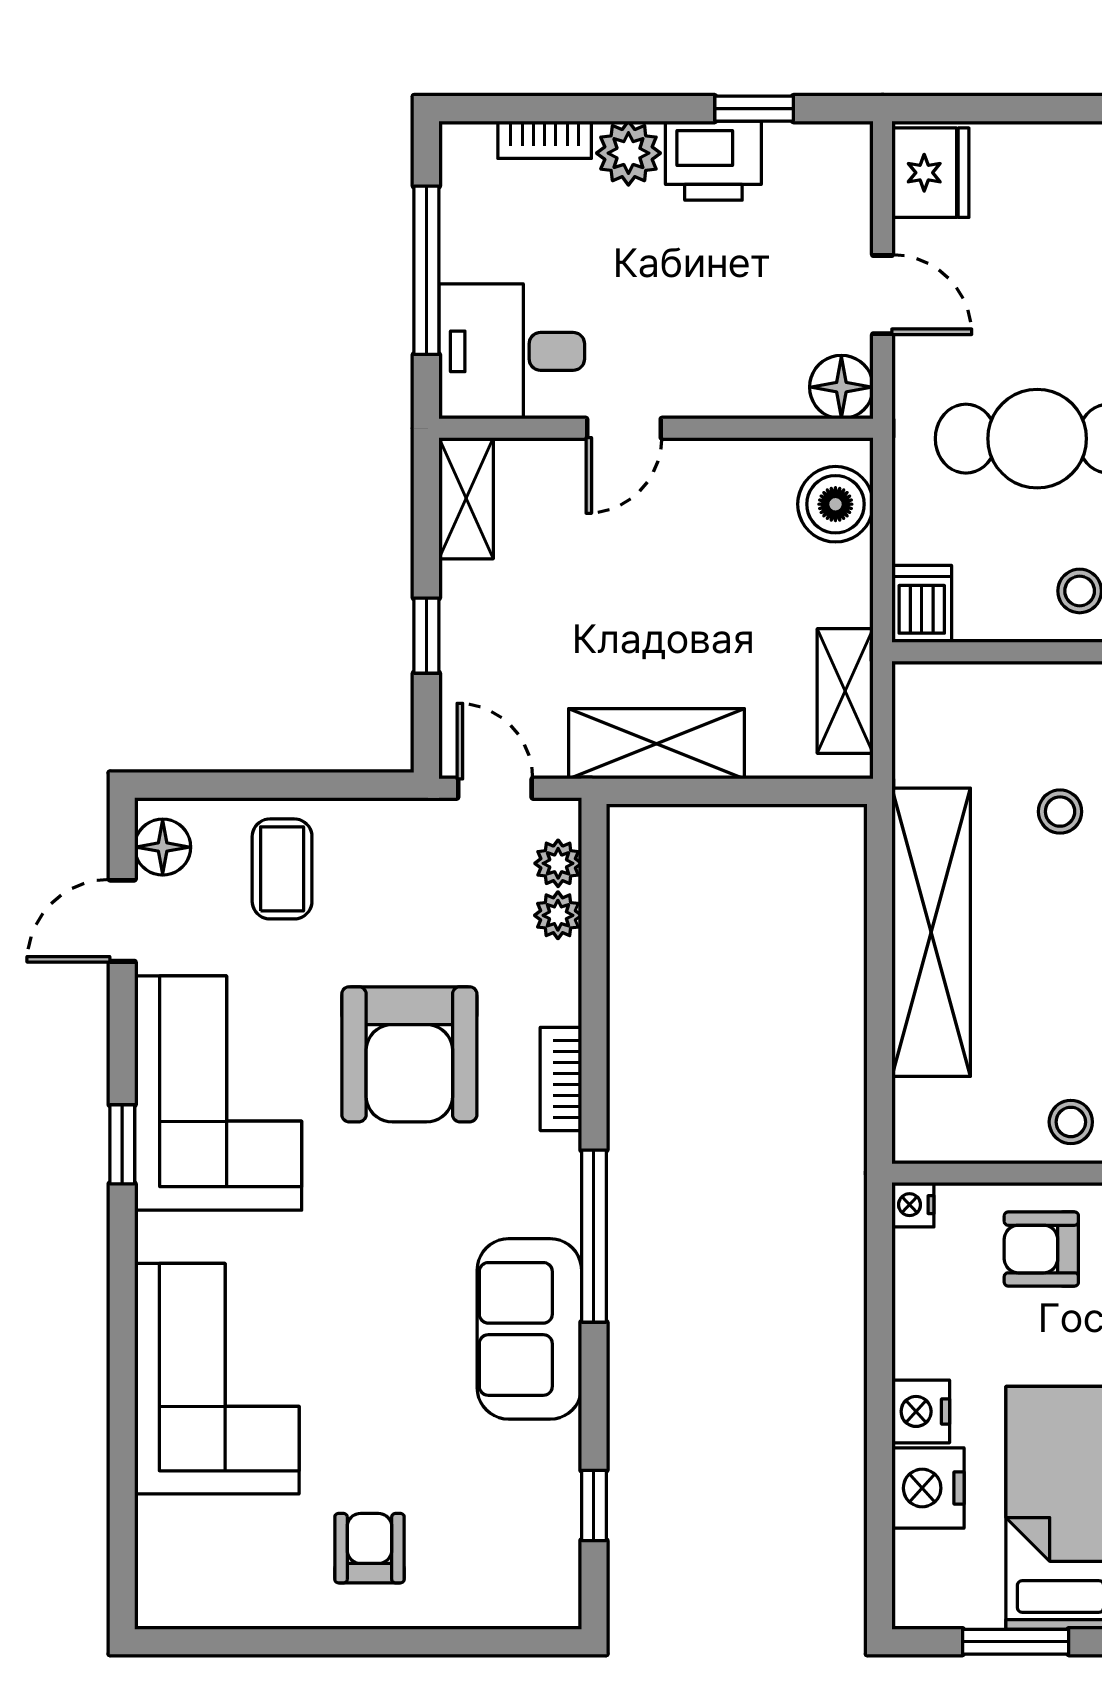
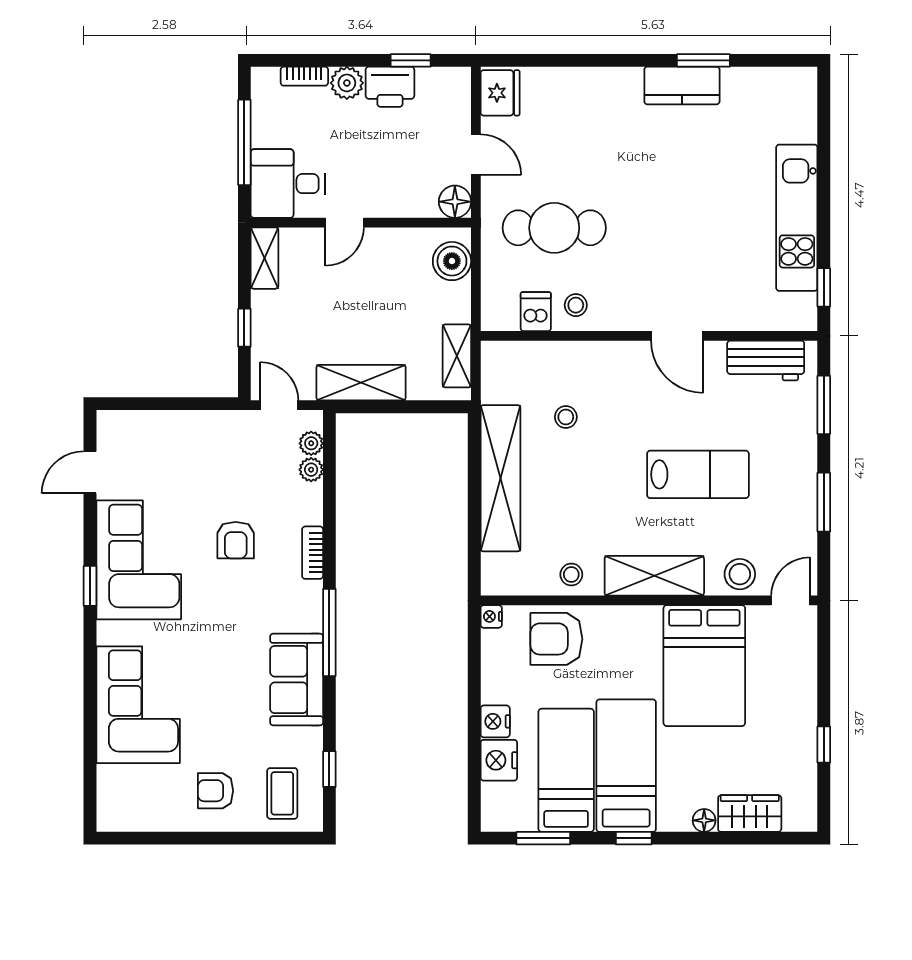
dishwasher: (922, 604) -> (536, 312), moved
floor lamp: (163, 847) -> (111, 435), removed
coffee table: (282, 869) -> (282, 793), moved
armchair: (409, 1054) -> (236, 540), width x0.53, depth x0.53
armchair: (1041, 1249) -> (556, 639), width x1.38, depth x1.38
armchair: (369, 1548) -> (215, 791), turned -90

